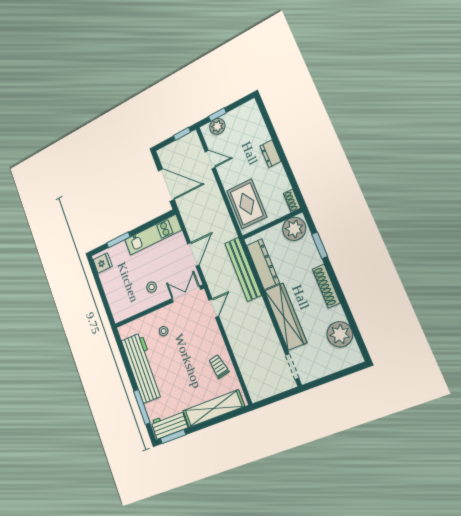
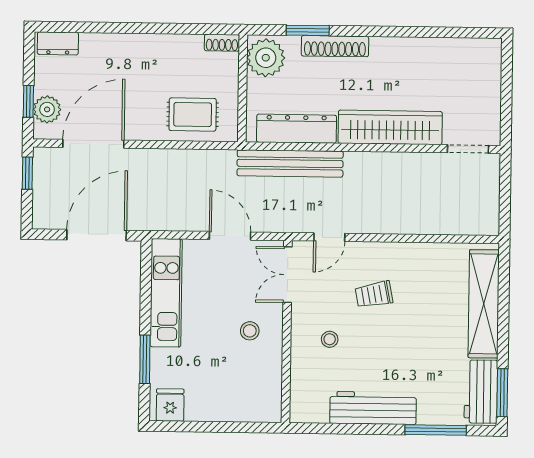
dresser: (270, 154) -> (58, 43), moved
door: (210, 160) -> (93, 144), width x1.87
rug: (247, 204) -> (193, 115), width x0.73, depth x0.70
shoe rack: (326, 286) -> (335, 46), moved
door: (214, 308) -> (329, 237), swing flipped
plant: (340, 334) -> (449, 57), removed
trolley: (219, 366) -> (374, 294), moved
workbench: (142, 368) -> (373, 408), width x0.73, depth x0.76

